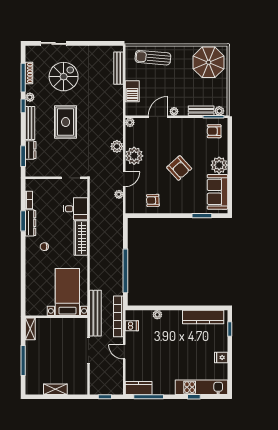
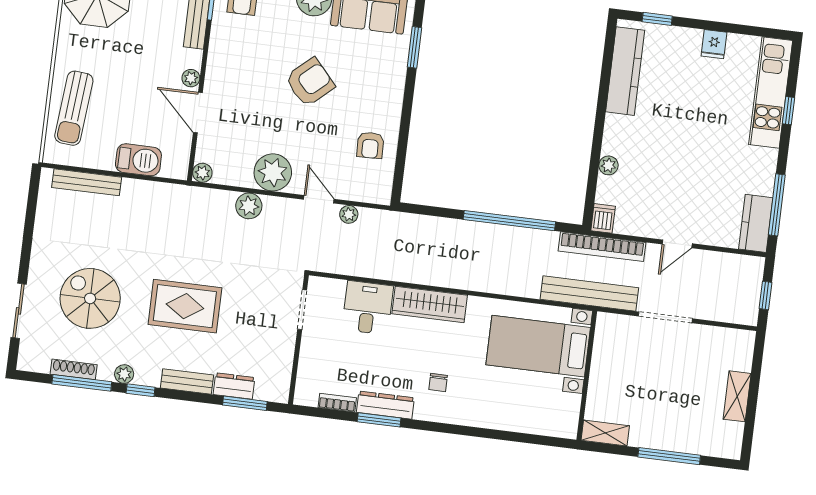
bench: (30, 123) -> (187, 382), width x0.73
dishwasher: (132, 326) -> (603, 218), moved

